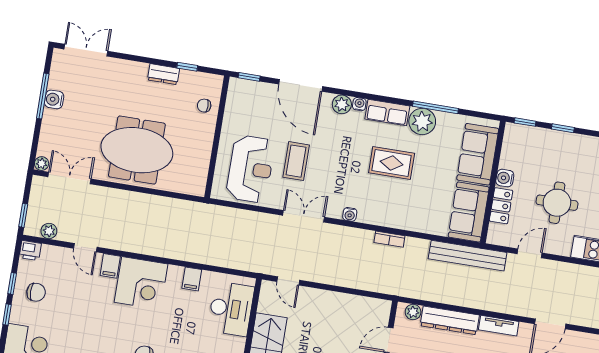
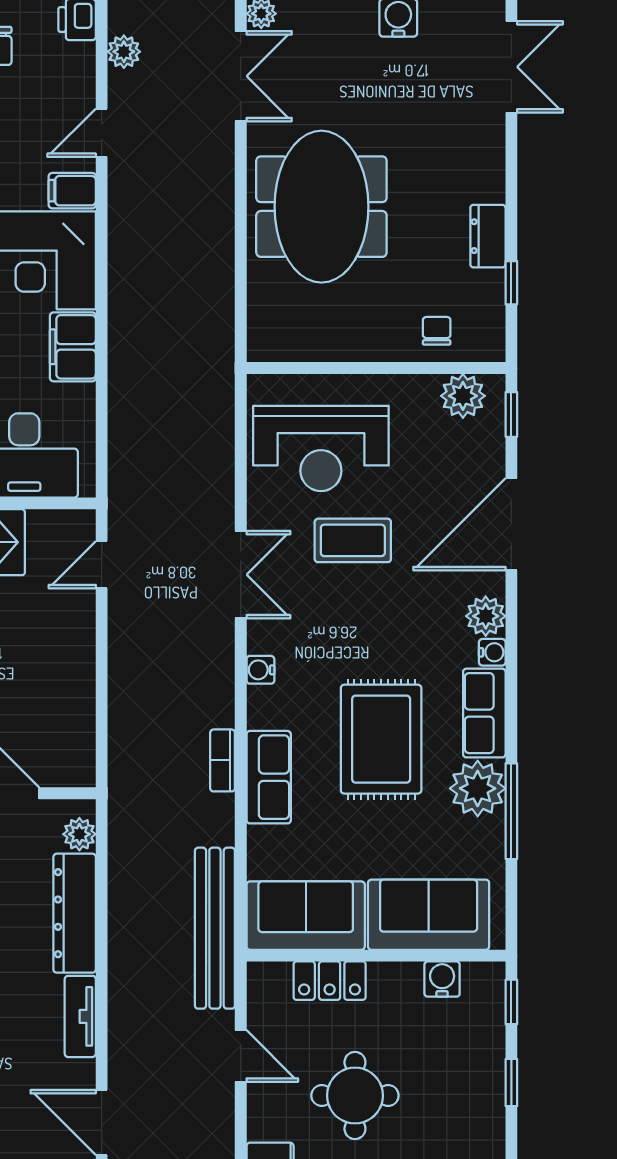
plant: (237, 98) -> (463, 396), added
rug: (392, 163) -> (381, 739), width x1.36, depth x1.43
water cooler: (505, 178) -> (442, 979), moved
row of seats: (401, 219) -> (269, 777), added
filing cabinet: (192, 279) -> (73, 347), width x2.00

